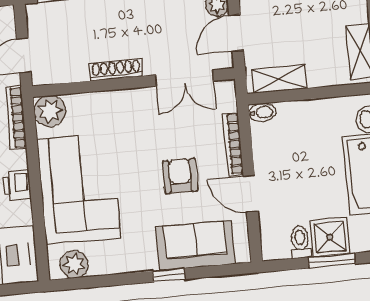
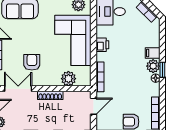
plant: (50, 111) -> (68, 79), moved
armchair: (180, 176) -> (32, 62), moved, turned 180

